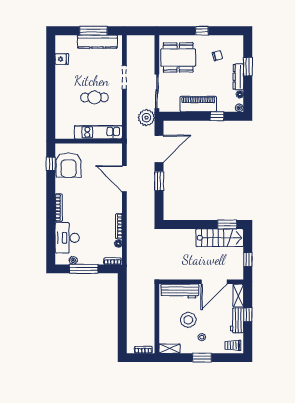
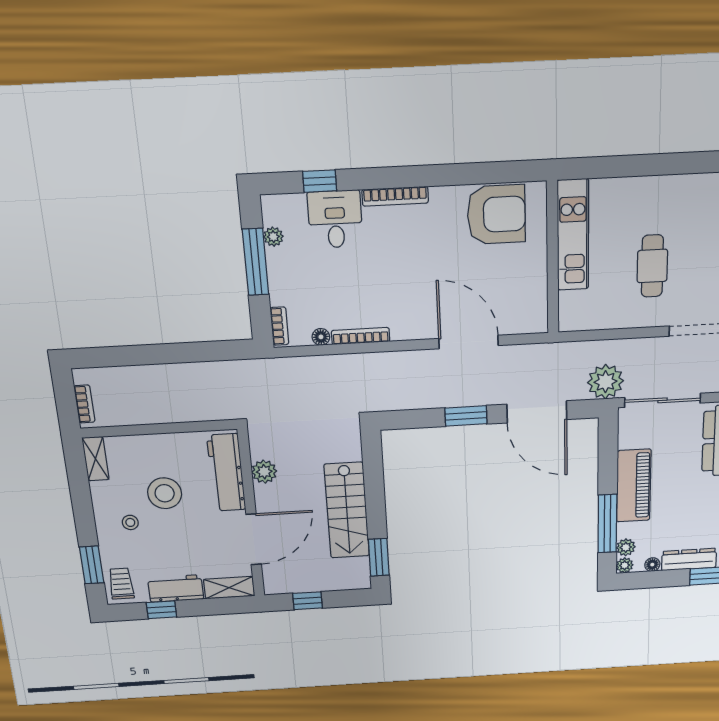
plant: (230, 107) -> (626, 547), added
window: (217, 116) -> (607, 524), width x2.17
kitchen unit: (98, 132) -> (573, 235), moved
window: (51, 164) -> (320, 181), moved
armchair: (69, 165) -> (496, 214), turned 180
door: (124, 179) -> (469, 342), hinge flipped
desk: (67, 238) -> (335, 219), width x0.73
stairs: (220, 238) -> (347, 510), moved
plant: (181, 274) -> (264, 472), added
door: (214, 282) -> (254, 539), swing flipped
window: (248, 315) -> (161, 610), moved
window: (202, 358) -> (92, 565), moved

